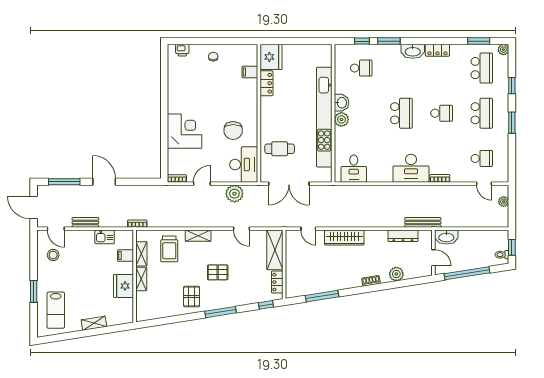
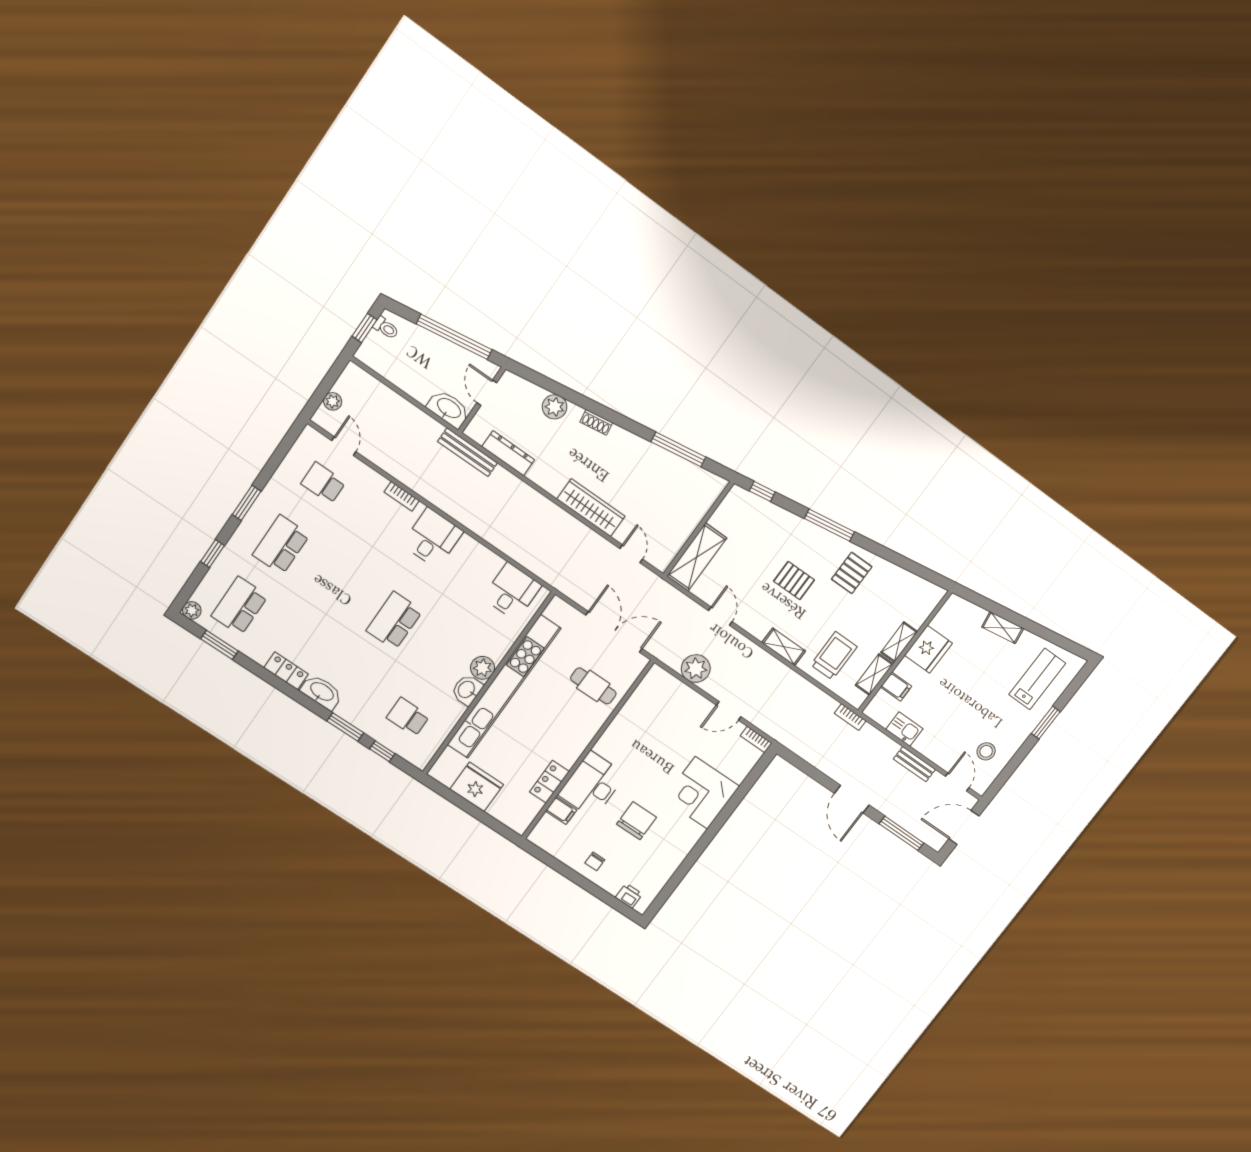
fridge: (271, 57) -> (477, 787), moved, turned 90
school desk: (442, 113) -> (338, 583), removed
chair: (233, 130) -> (637, 821), moved
desk: (244, 165) -> (592, 785), moved
desk: (411, 168) -> (432, 538), width x0.73
door: (34, 208) -> (964, 827), swing flipped
locker: (277, 282) -> (725, 512), removed

